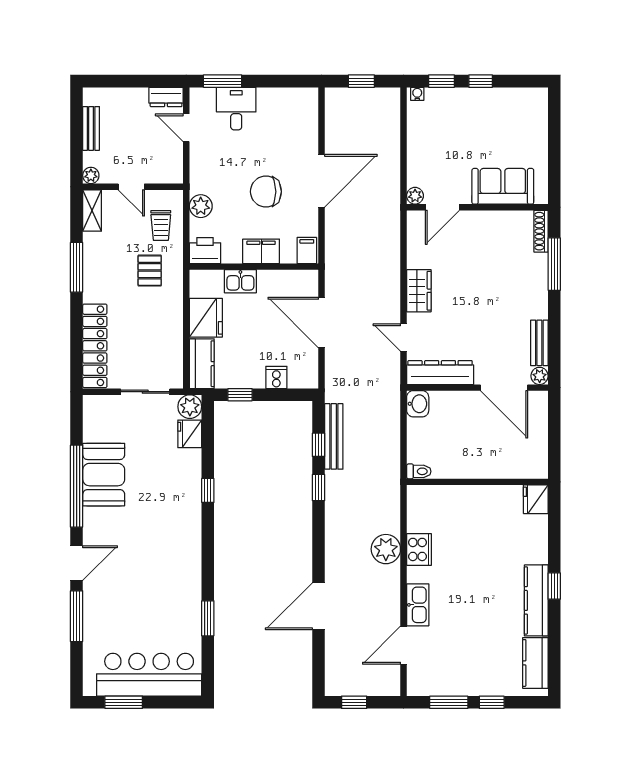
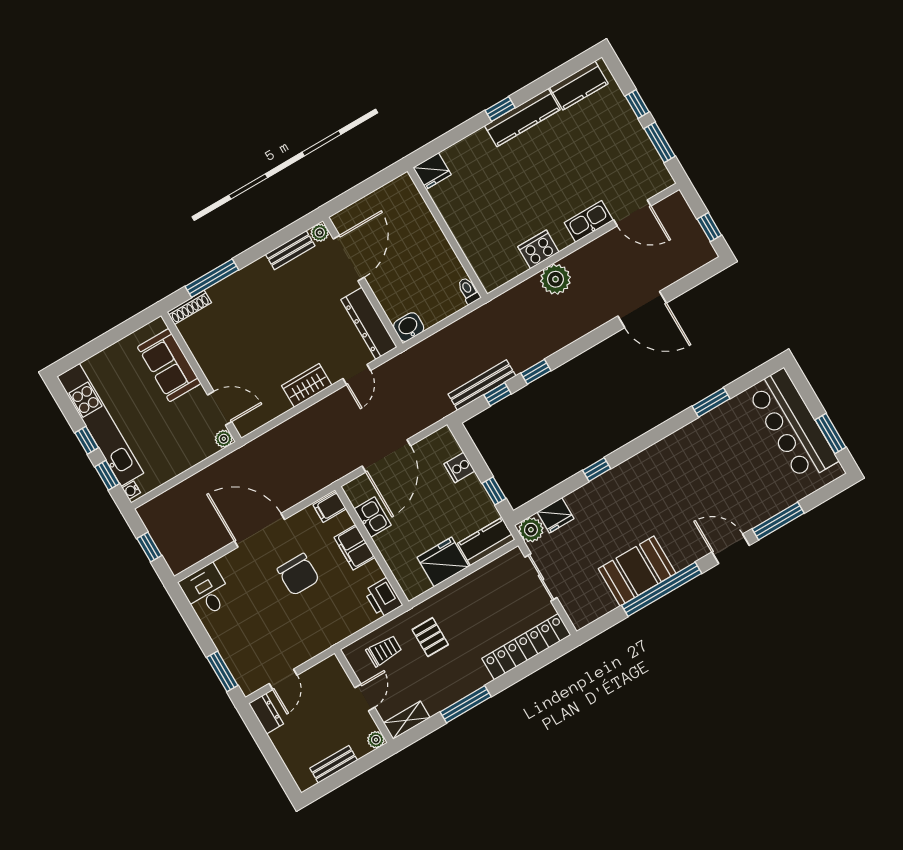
kitchen unit: (487, 100) -> (100, 425), added
desk: (236, 109) -> (206, 591), moved, turned 90
plant: (201, 206) -> (346, 625), removed
pallet: (150, 271) -> (430, 637), turned 90
kitchen sink: (240, 281) -> (373, 517), moved

